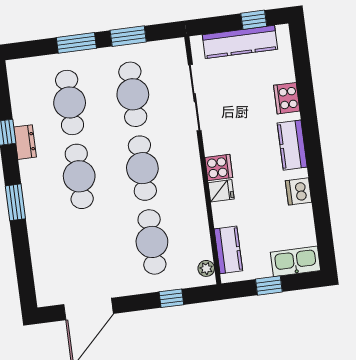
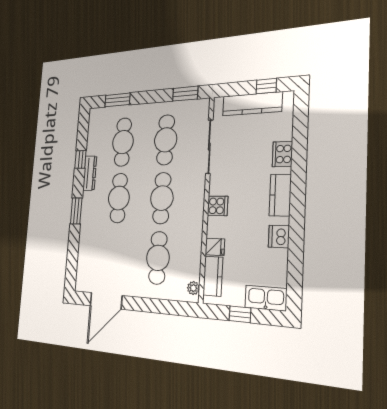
window: (128, 36) -> (185, 94), moved
window: (76, 43) -> (117, 100), moved
dresser: (25, 142) -> (90, 173), width x1.44
fridge: (221, 191) -> (215, 247), moved
window: (171, 298) -> (163, 307), removed

